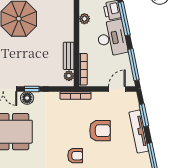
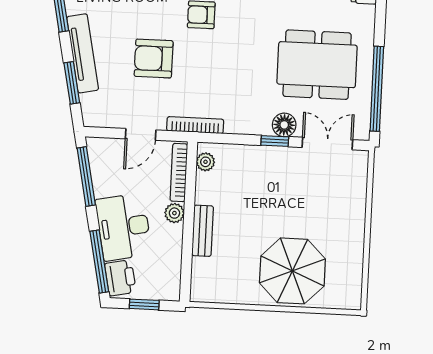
plant: (84, 19) -> (174, 213), moved
bench: (69, 56) -> (203, 231), moved
door: (117, 89) -> (141, 134), moved

